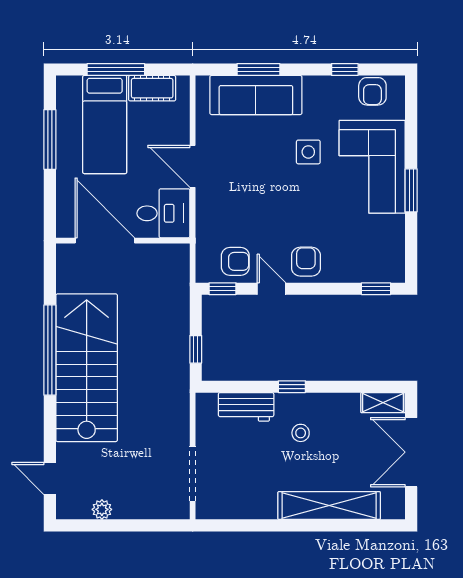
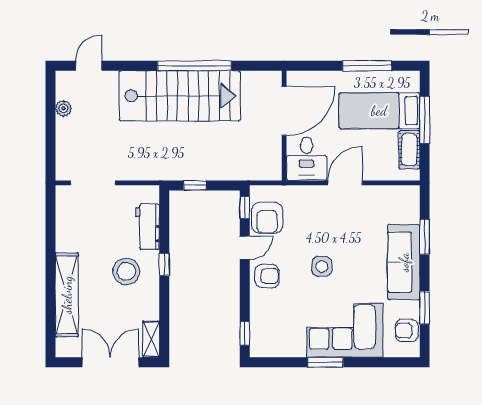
window: (345, 70) -> (425, 308), width x1.50
sofa: (256, 95) -> (404, 262), moved
side table: (308, 152) -> (322, 266), moved
armchair: (235, 261) -> (267, 218), width x1.38, depth x1.38
stool: (301, 433) -> (126, 272), width x1.89, depth x1.89

